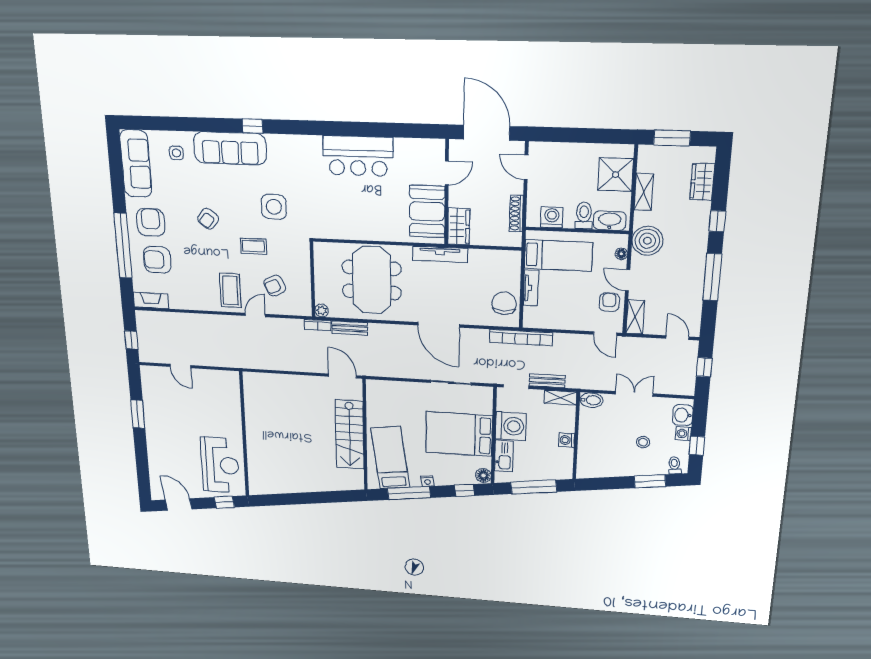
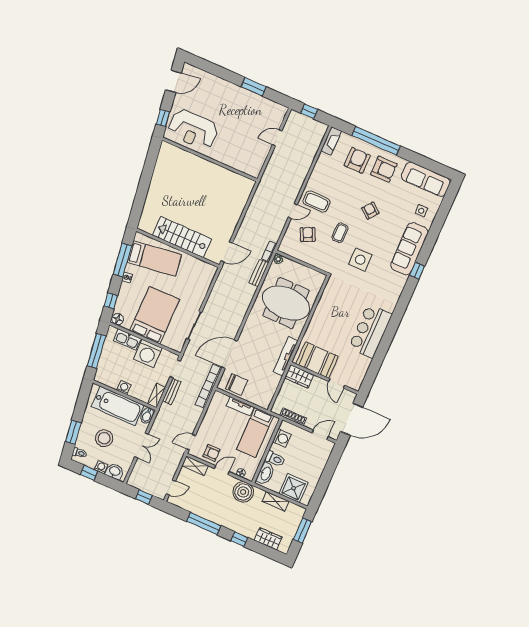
door: (255, 315) -> (293, 211), hinge flipped
door: (439, 325) -> (230, 354), moved
bathtub: (594, 440) -> (118, 406), added
stool: (643, 442) -> (104, 438), width x1.89, depth x1.89

